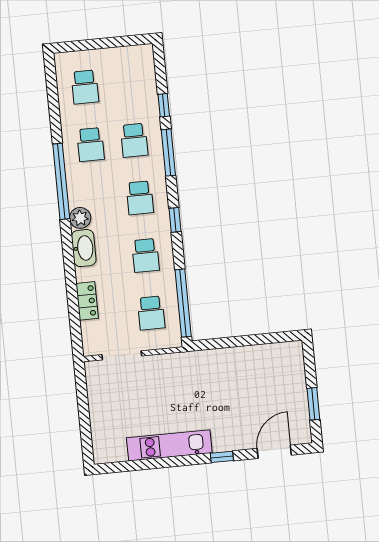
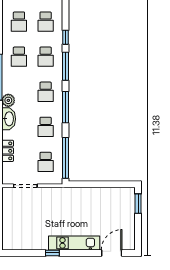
school desk: (129, 83) -> (46, 22), added
window: (175, 220) -> (65, 107), width x2.17
window: (313, 404) -> (138, 204), moved
kitchen unit: (169, 445) -> (74, 243), moved
window: (222, 457) -> (52, 253), moved

